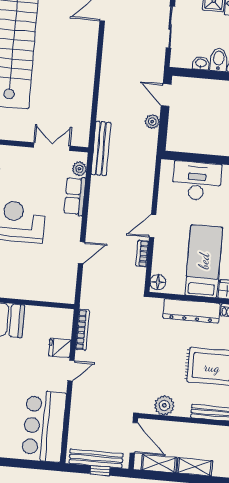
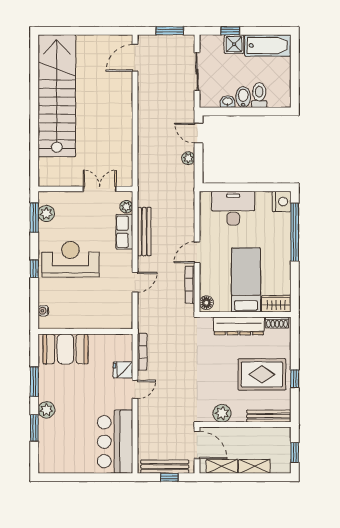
bench: (101, 148) -> (144, 232), moved
bookcase: (142, 254) -> (190, 285), width x1.56

